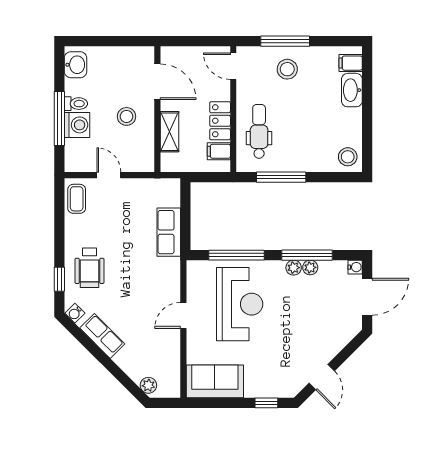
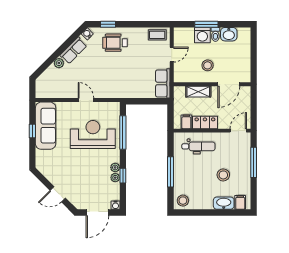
washbasin: (76, 65) -> (229, 34), moved
stool: (287, 69) -> (223, 175), moved
window: (59, 118) -> (206, 24), width x0.69
window: (281, 177) -> (170, 172), moved
row of seats: (169, 232) -> (163, 83), moved, turned -90
window: (307, 255) -> (123, 176), width x0.46
door: (367, 297) -> (97, 212), hinge flipped
reception desk: (240, 304) -> (93, 134), turned 180
door: (322, 377) -> (58, 194), moved
sofa: (215, 381) -> (46, 126), width x1.36
plant: (148, 385) -> (59, 63), moved
window: (266, 403) -> (32, 131), moved

